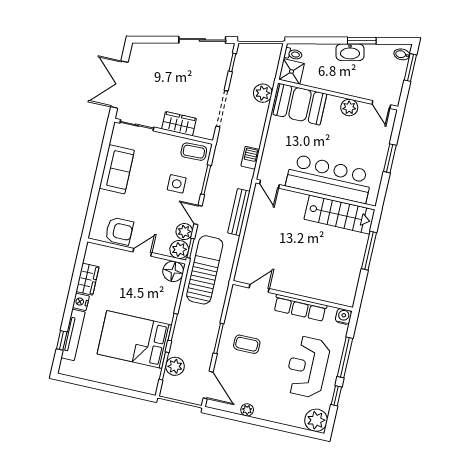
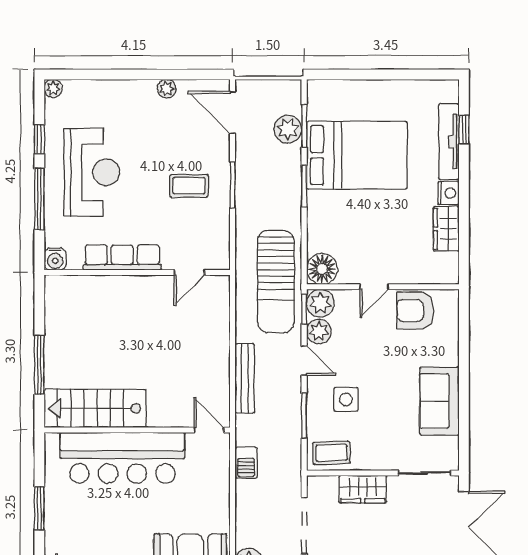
plant: (316, 420) -> (53, 88), width x0.53, depth x0.53

